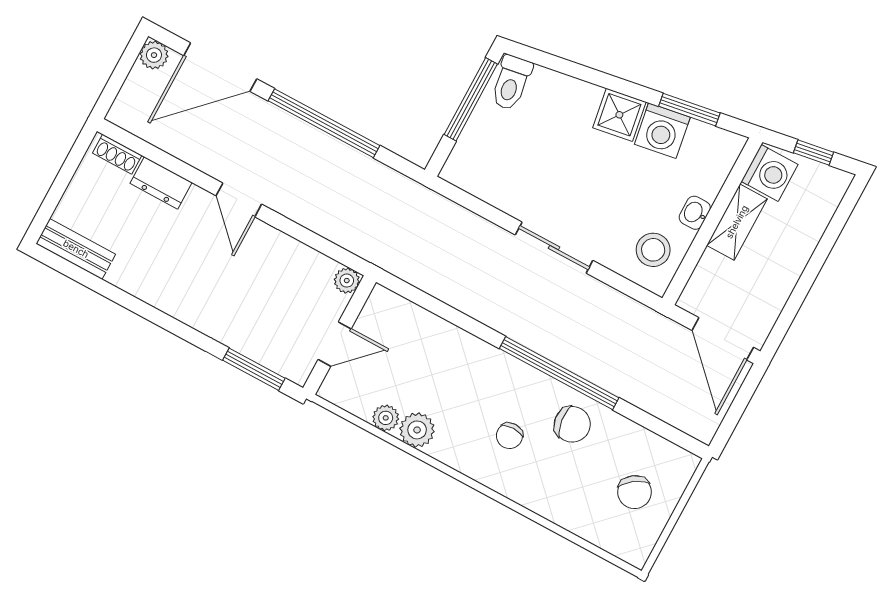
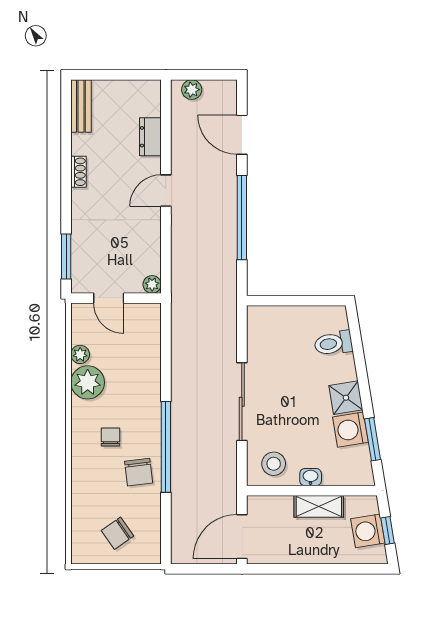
plant: (154, 55) -> (192, 90), moved
door: (220, 67) -> (242, 135), width x0.73
toilet: (511, 83) -> (333, 343), moved
window: (471, 99) -> (306, 301), removed
shoe rack: (117, 154) -> (78, 172), moved, turned 180
washing machine: (770, 173) -> (368, 531), moved, turned 81
sliding door: (554, 248) -> (242, 402), width x1.37
plant: (417, 430) -> (88, 382), width x1.36, depth x1.36
chair: (509, 436) -> (110, 437), turned 90

